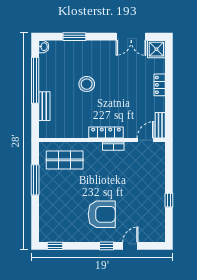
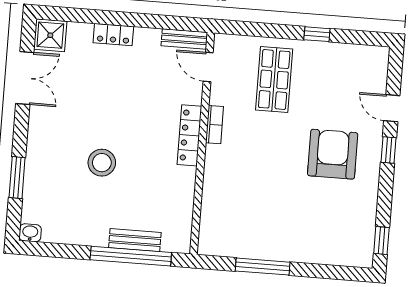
window: (35, 80) -> (131, 256), moved
shop shelf: (65, 160) -> (274, 80), moved

